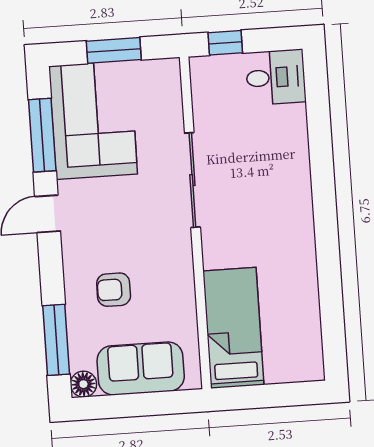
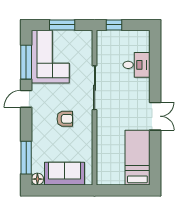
desk: (276, 77) -> (136, 65), moved
double door: (326, 232) -> (155, 116), added
armchair: (114, 290) -> (65, 119), moved, turned 180
bed: (233, 328) -> (137, 158), moved

